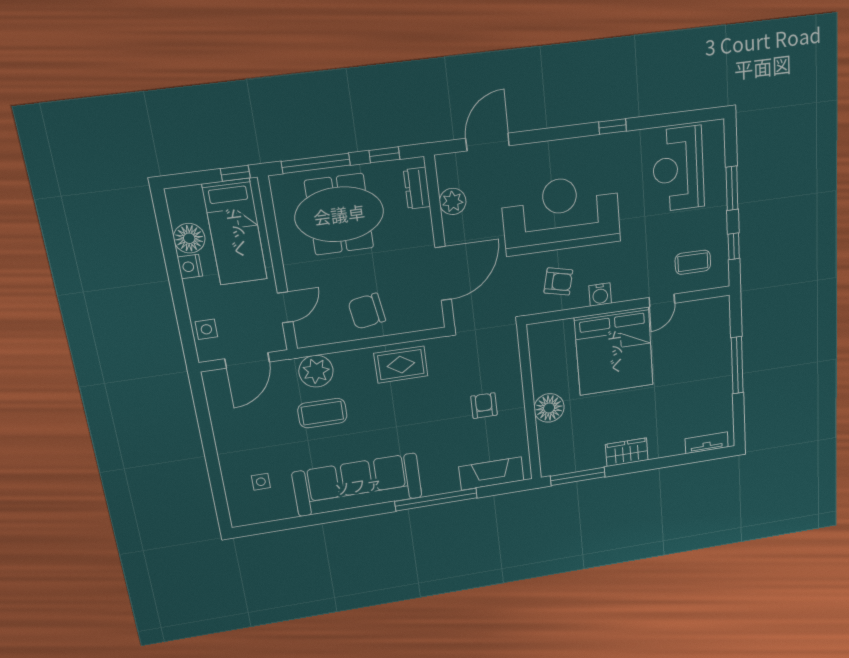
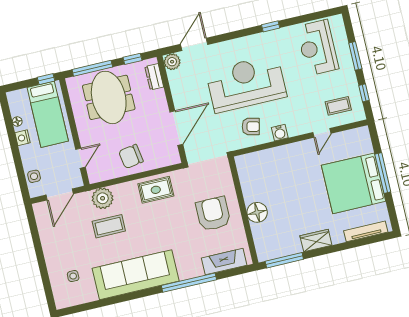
plant: (453, 201) -> (172, 62), moved
meeting table: (339, 214) -> (109, 97), turned 90
floor lamp: (189, 238) -> (17, 121), width x0.53, depth x0.53
bed: (614, 351) -> (354, 183), moved, turned 90
armchair: (484, 406) -> (213, 214), width x1.88, depth x1.88
tv unit: (707, 443) -> (366, 231), width x1.41

